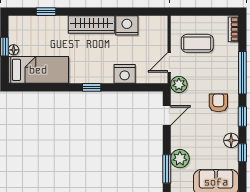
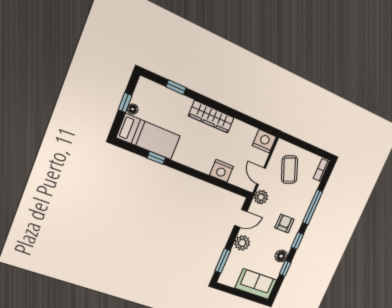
nightstand: (127, 25) -> (264, 141), moved
coffee table: (197, 43) -> (289, 170), turned 67
door: (169, 62) -> (261, 176), hinge flipped
window: (92, 87) -> (156, 158), moved
plant: (180, 159) -> (242, 243), moved

